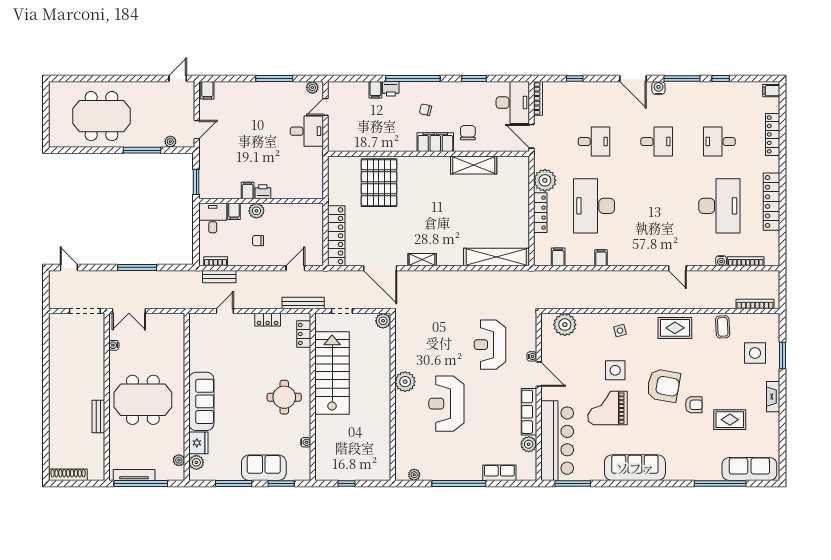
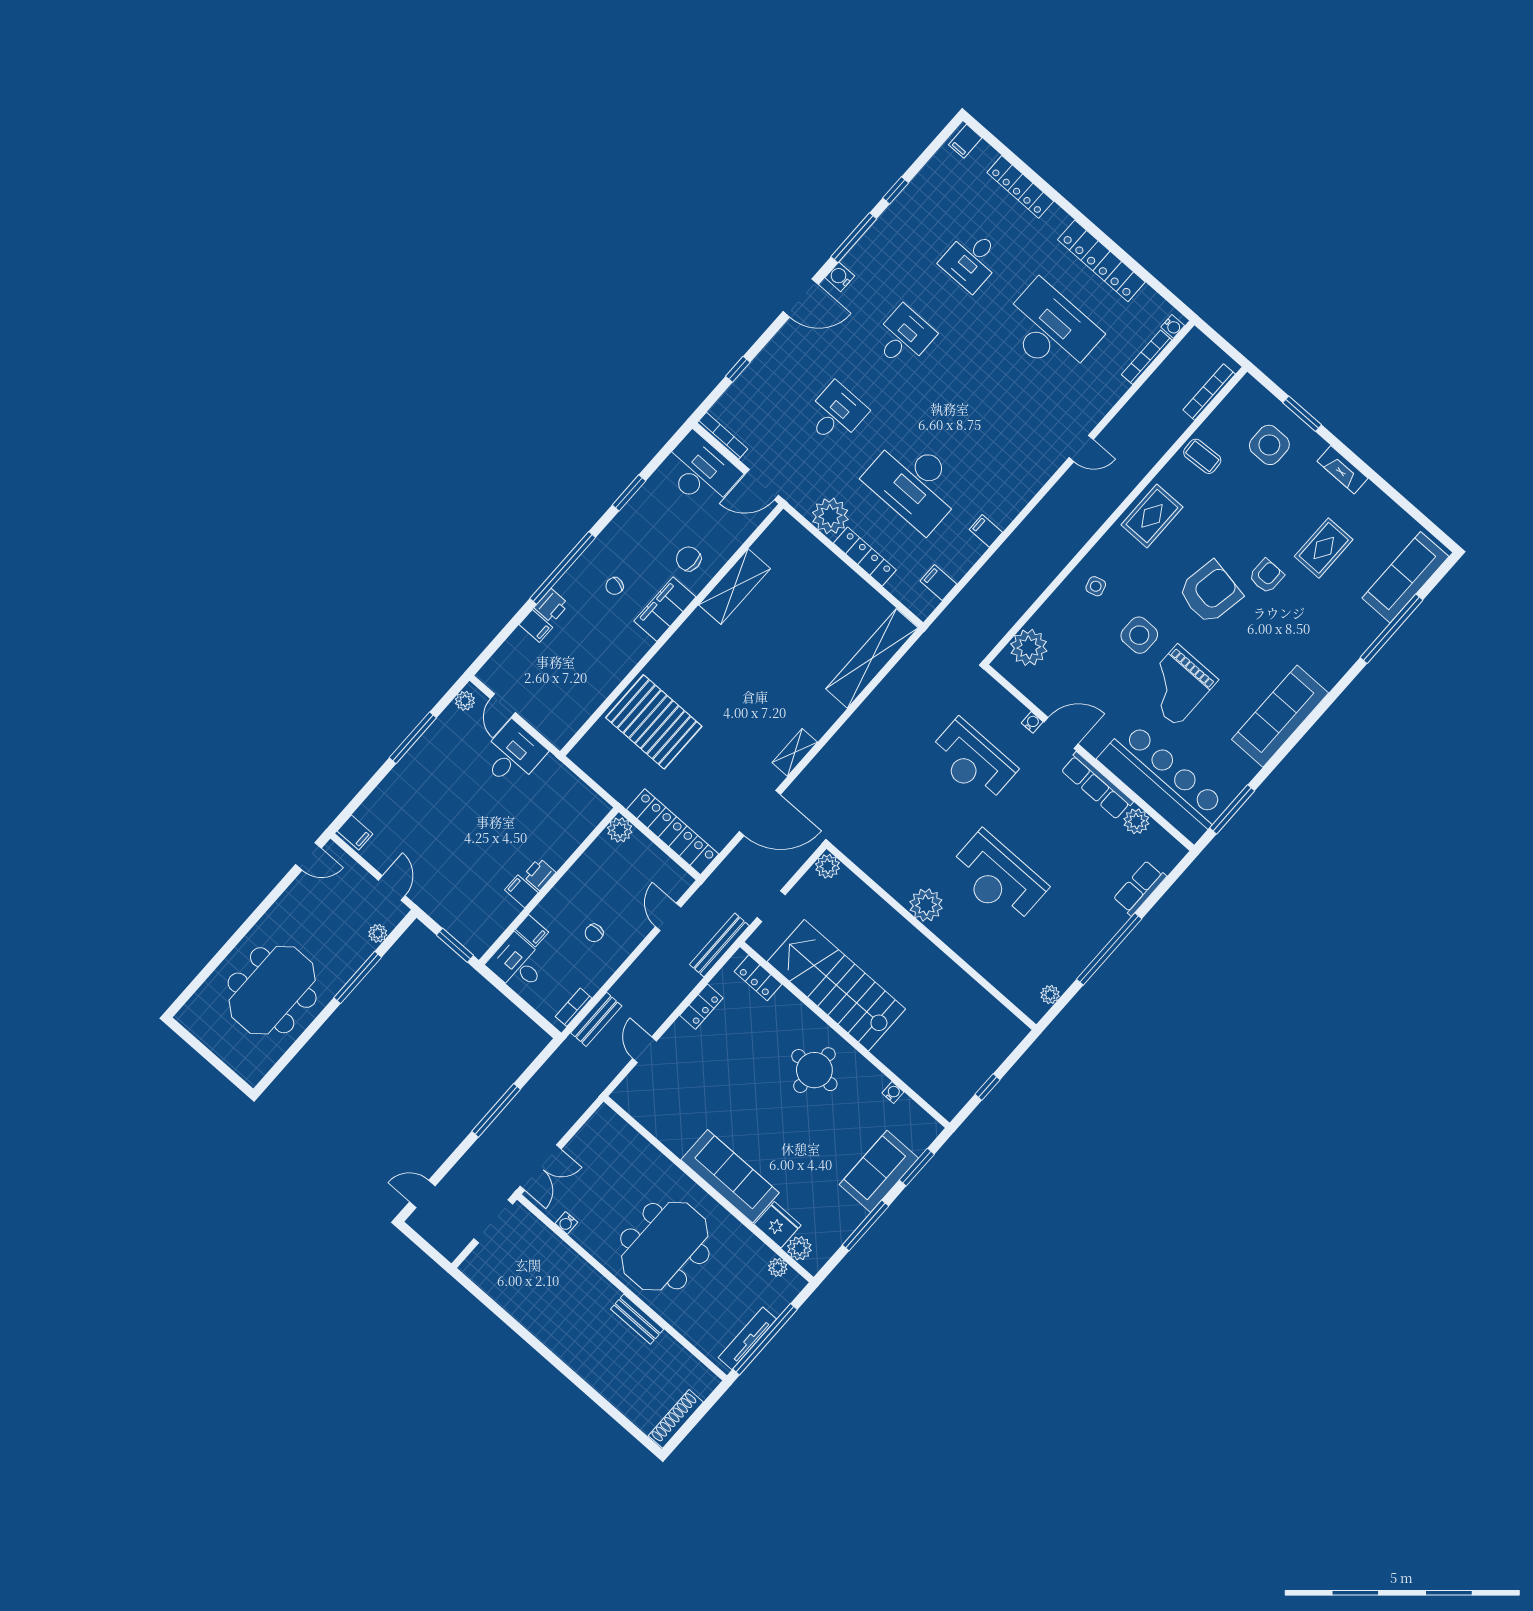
door: (178, 79) -> (308, 856), swing flipped
plant: (256, 211) -> (620, 830), moved
water cooler: (721, 261) -> (1173, 326), moved

